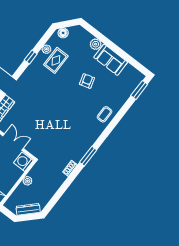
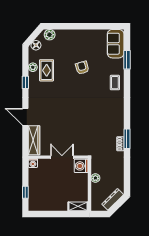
plant: (96, 44) -> (50, 35), moved
sofa: (111, 60) -> (116, 44), moved, turned 90
window: (139, 90) -> (127, 60), moved
window: (88, 156) -> (127, 139), moved

